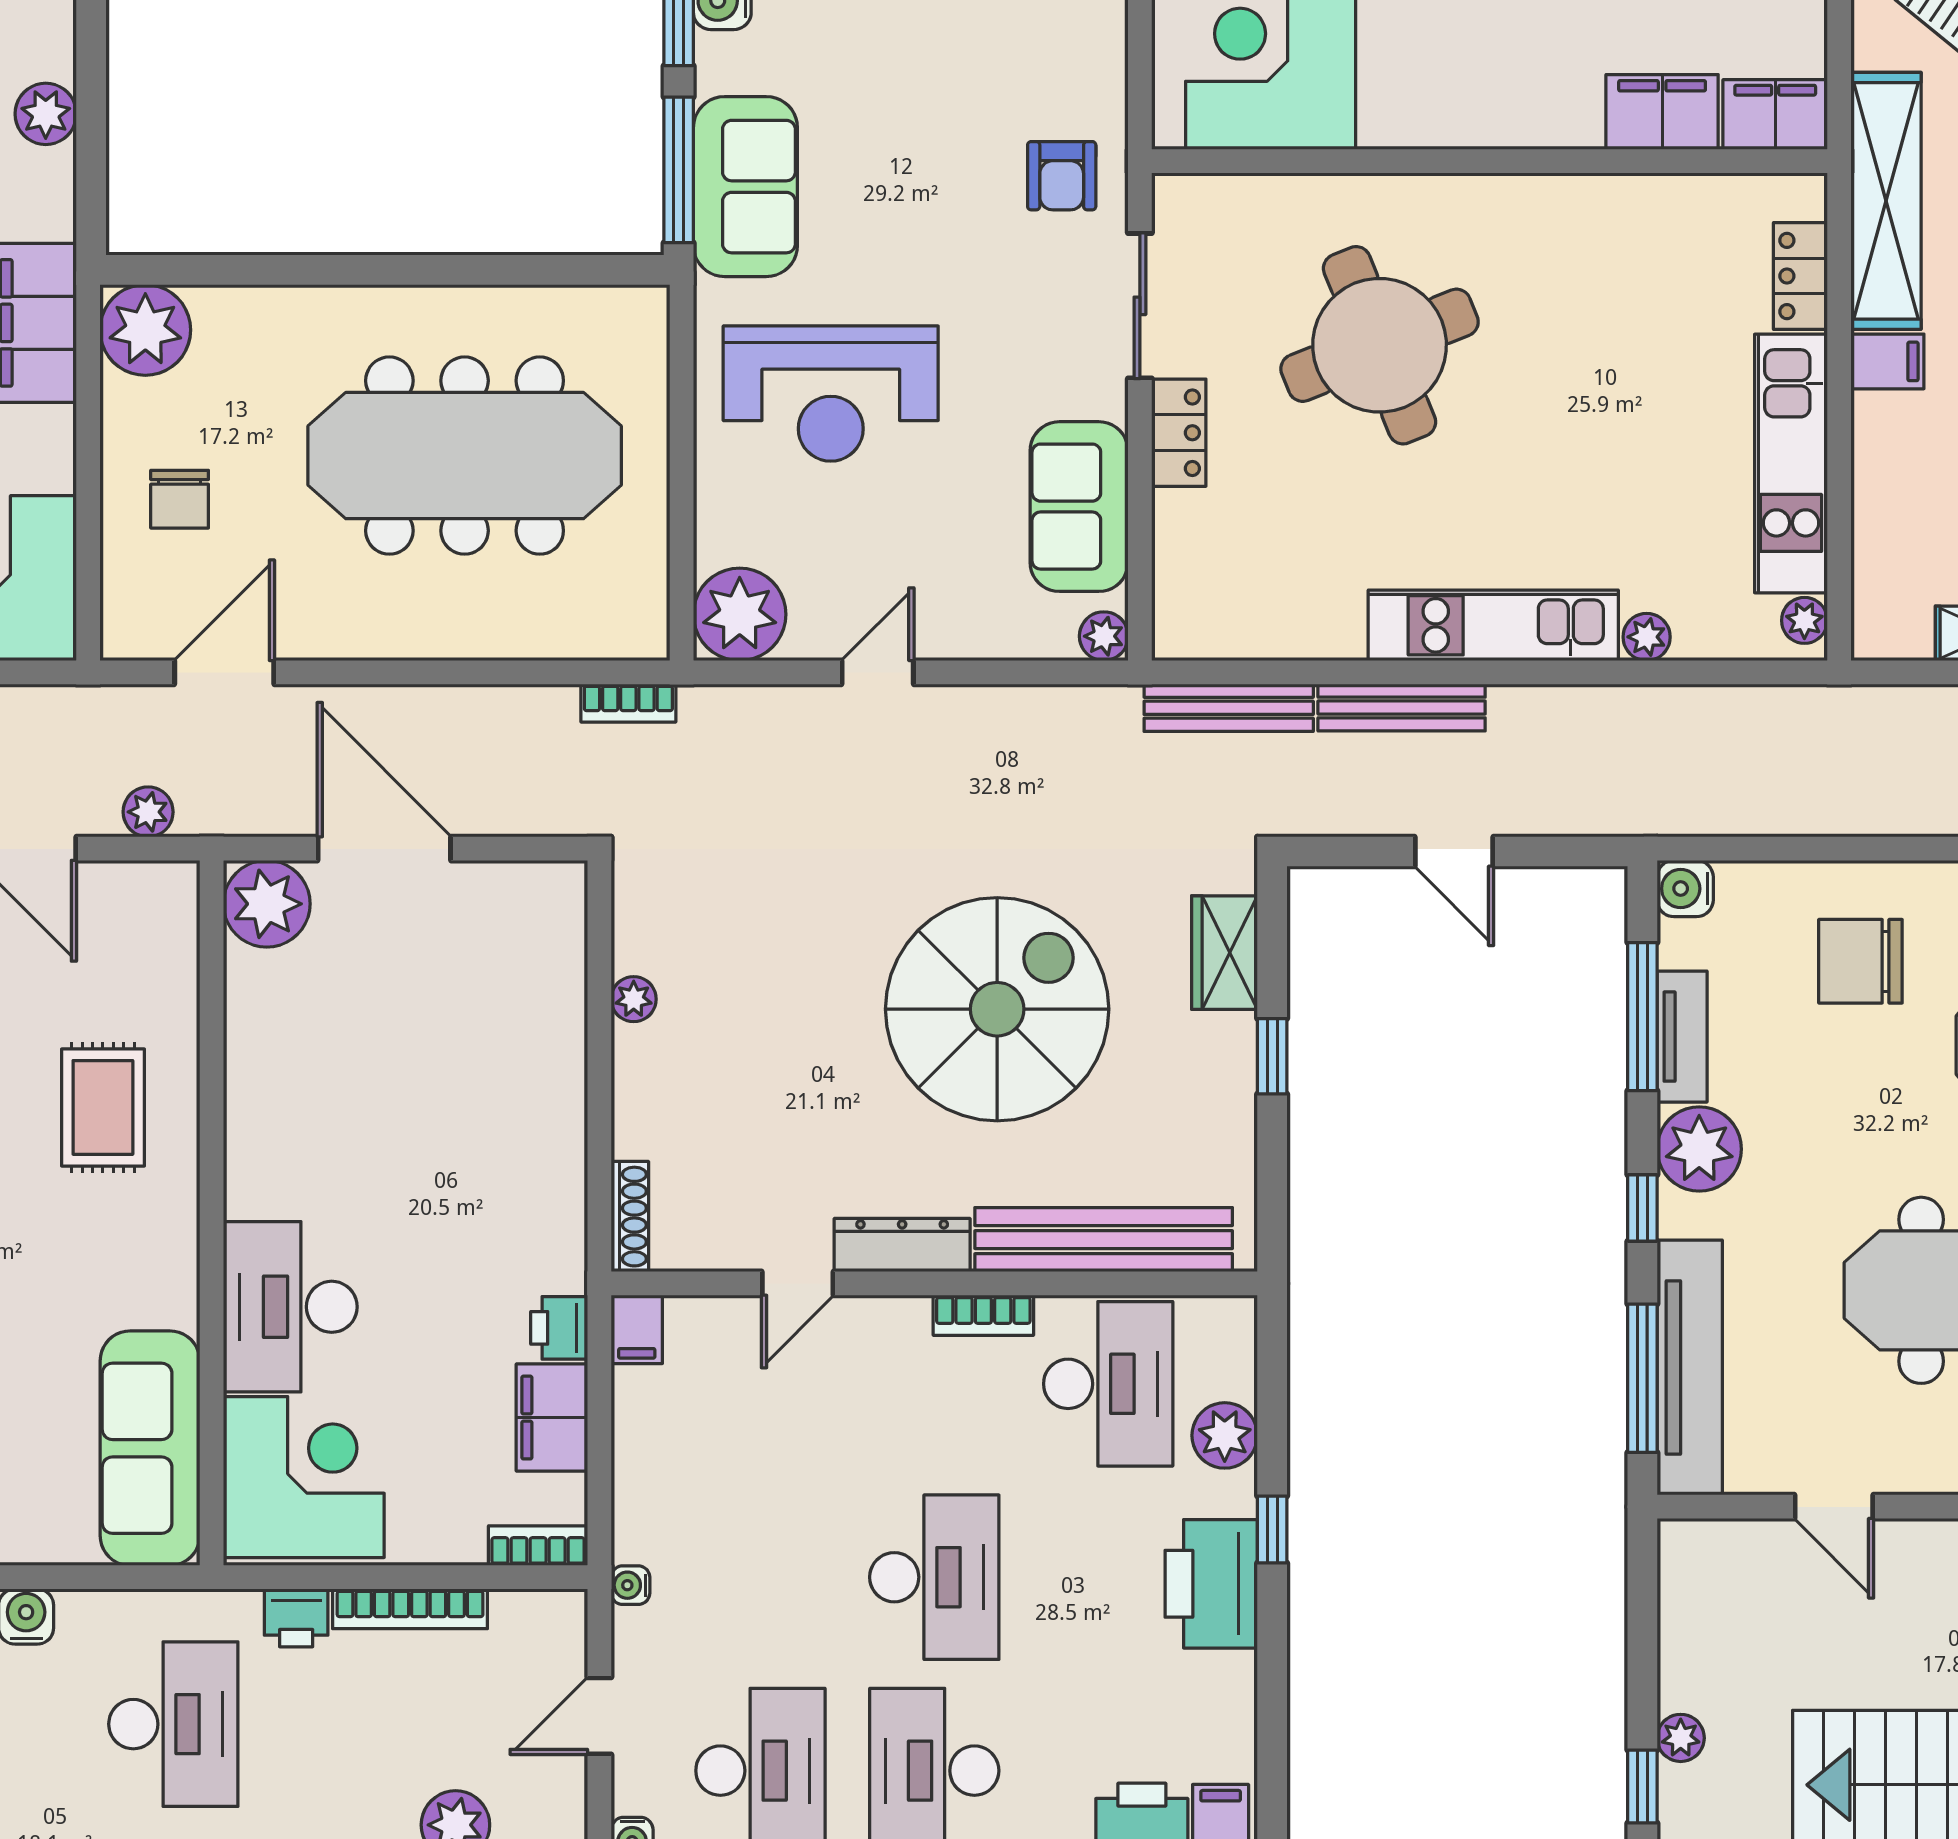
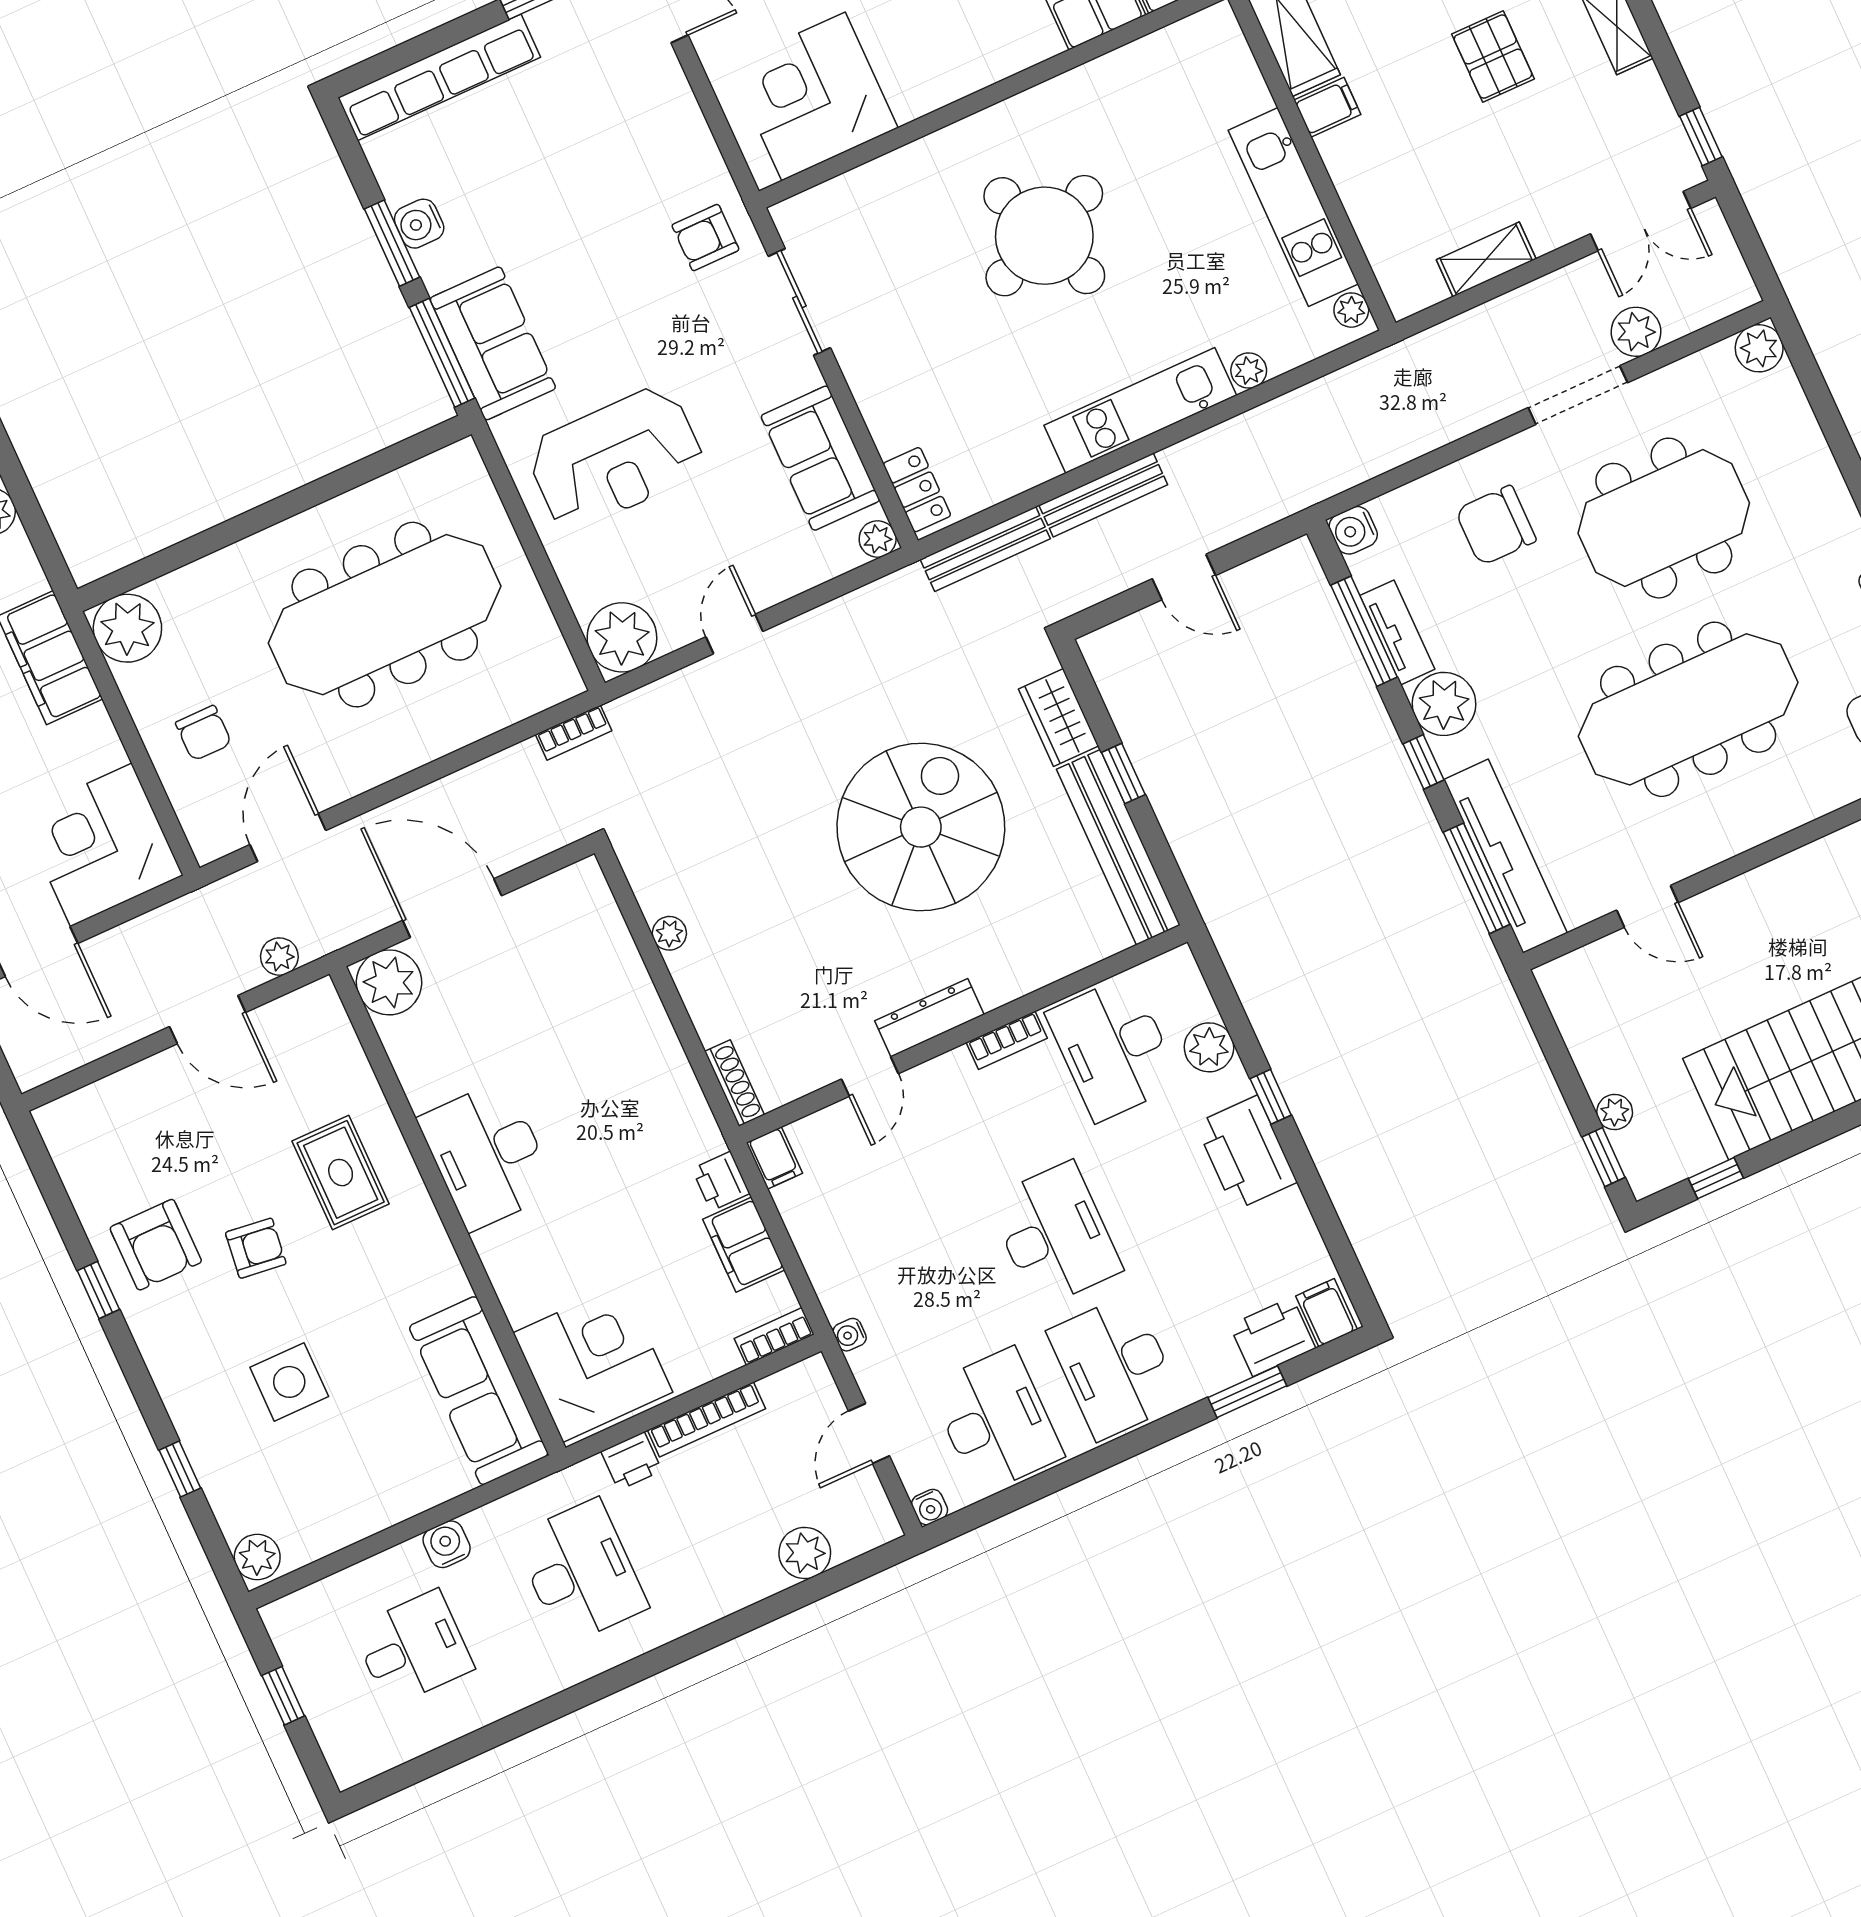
armchair: (1062, 176) -> (705, 238), turned 90
locker: (1800, 276) -> (1241, 76), removed
round table: (1380, 345) -> (1044, 236), moved
locker: (1179, 433) -> (917, 490), moved
bench: (1104, 1240) -> (1118, 847), moved, turned 90
desk: (290, 1307) -> (487, 1155), moved
desk: (1108, 1384) -> (1113, 1048), turned 180

